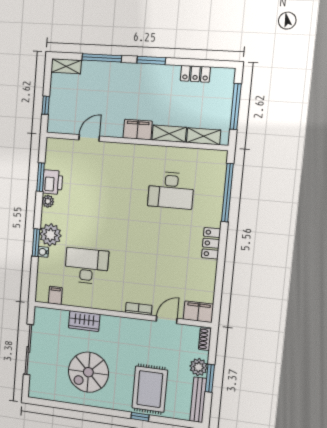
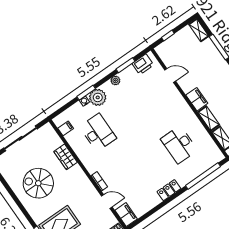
printer: (53, 182) -> (143, 64), moved

